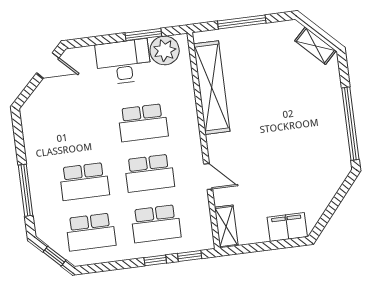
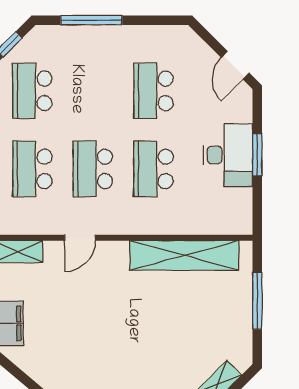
window: (143, 35) -> (257, 155), moved
plant: (165, 50) -> (235, 205), removed
school desk: (84, 181) -> (153, 91), moved

